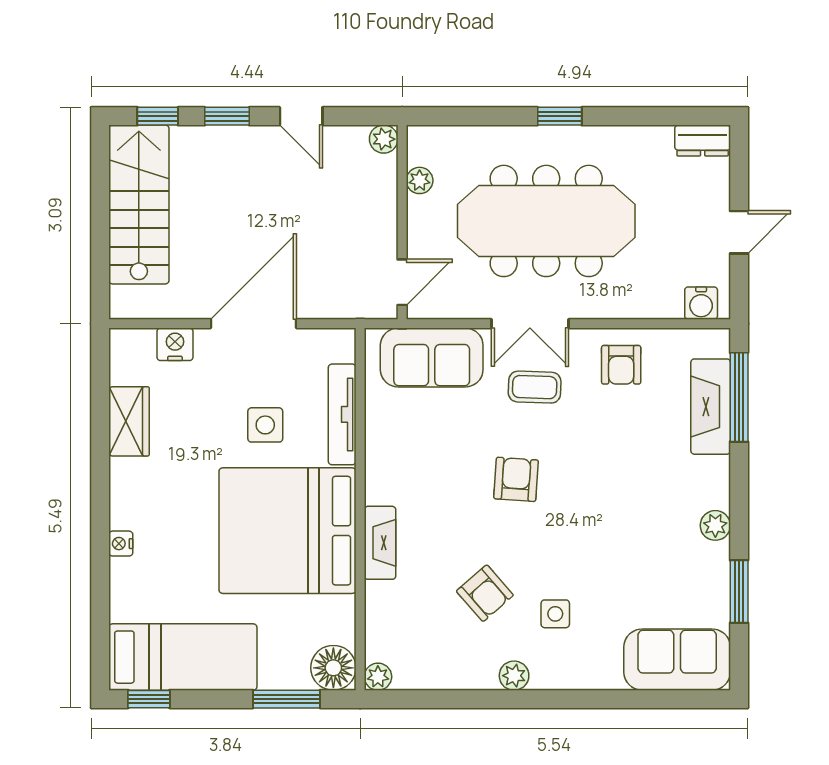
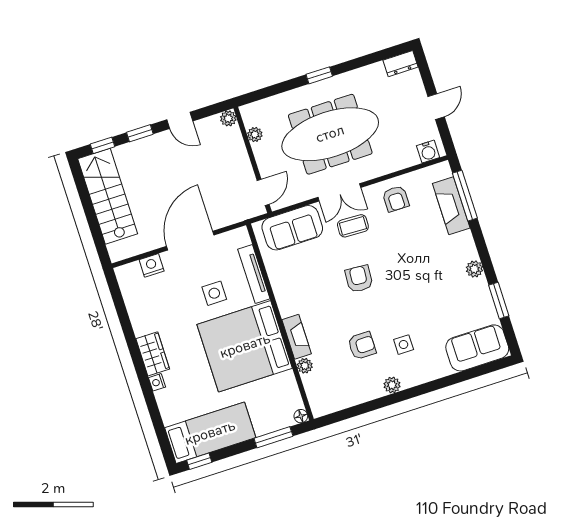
wardrobe: (129, 421) -> (153, 354), moved
armchair: (485, 593) -> (362, 346), turned -49
floor lamp: (333, 668) -> (301, 416), width x0.53, depth x0.53
plant: (378, 677) -> (305, 366), moved

